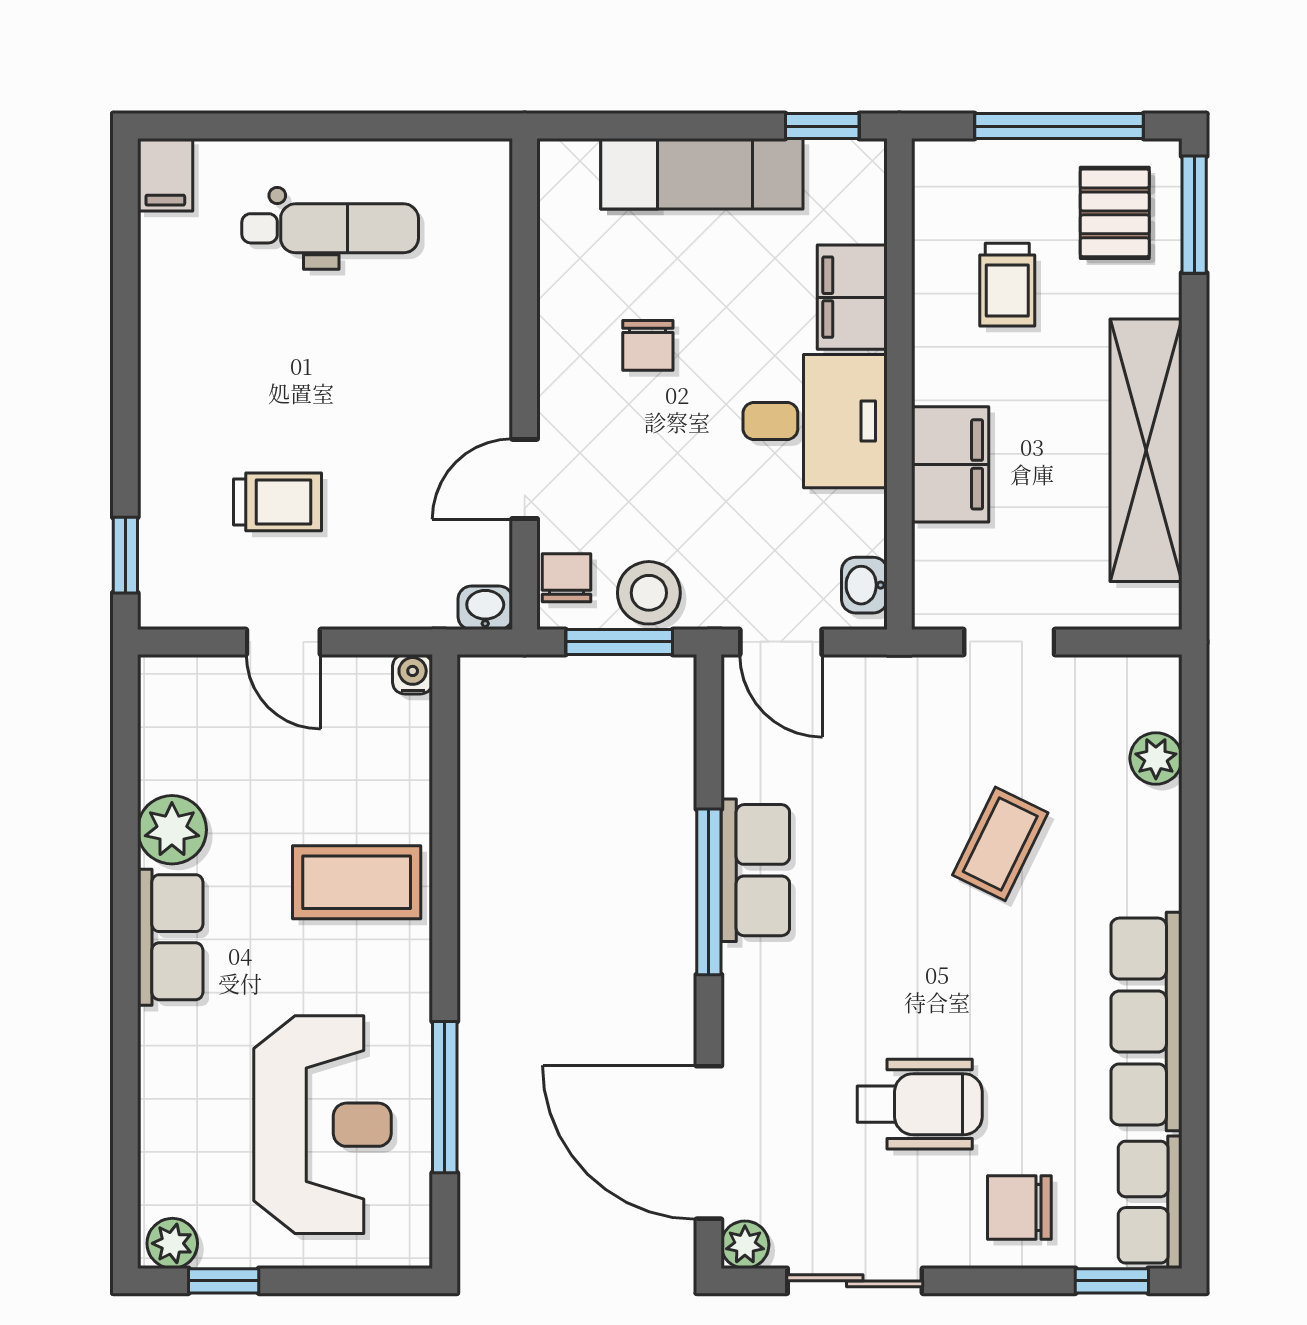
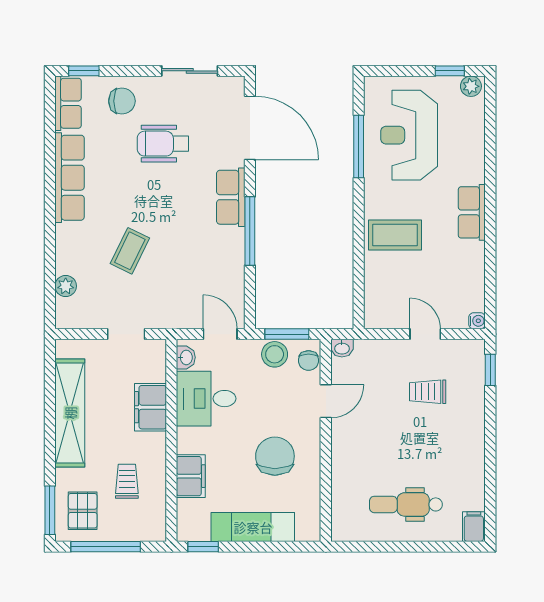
chair: (648, 345) -> (275, 456), width x1.87, depth x1.87
desk: (815, 421) -> (206, 399), moved
water cooler: (413, 674) -> (477, 321), moved, turned -90
plant: (172, 830) -> (471, 257), removed
row of seats: (755, 870) -> (231, 197), moved
plant: (745, 1245) -> (235, 86), removed

